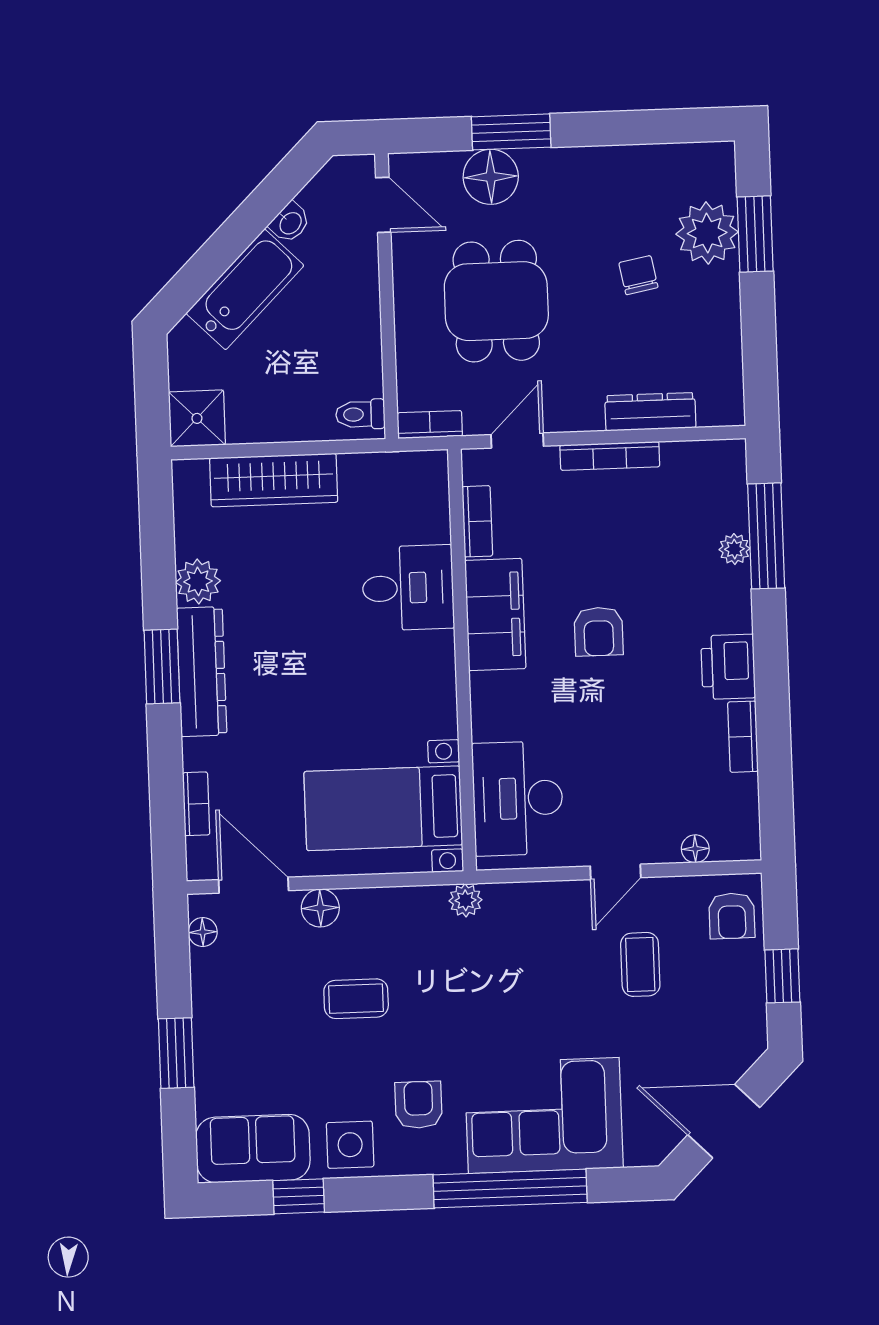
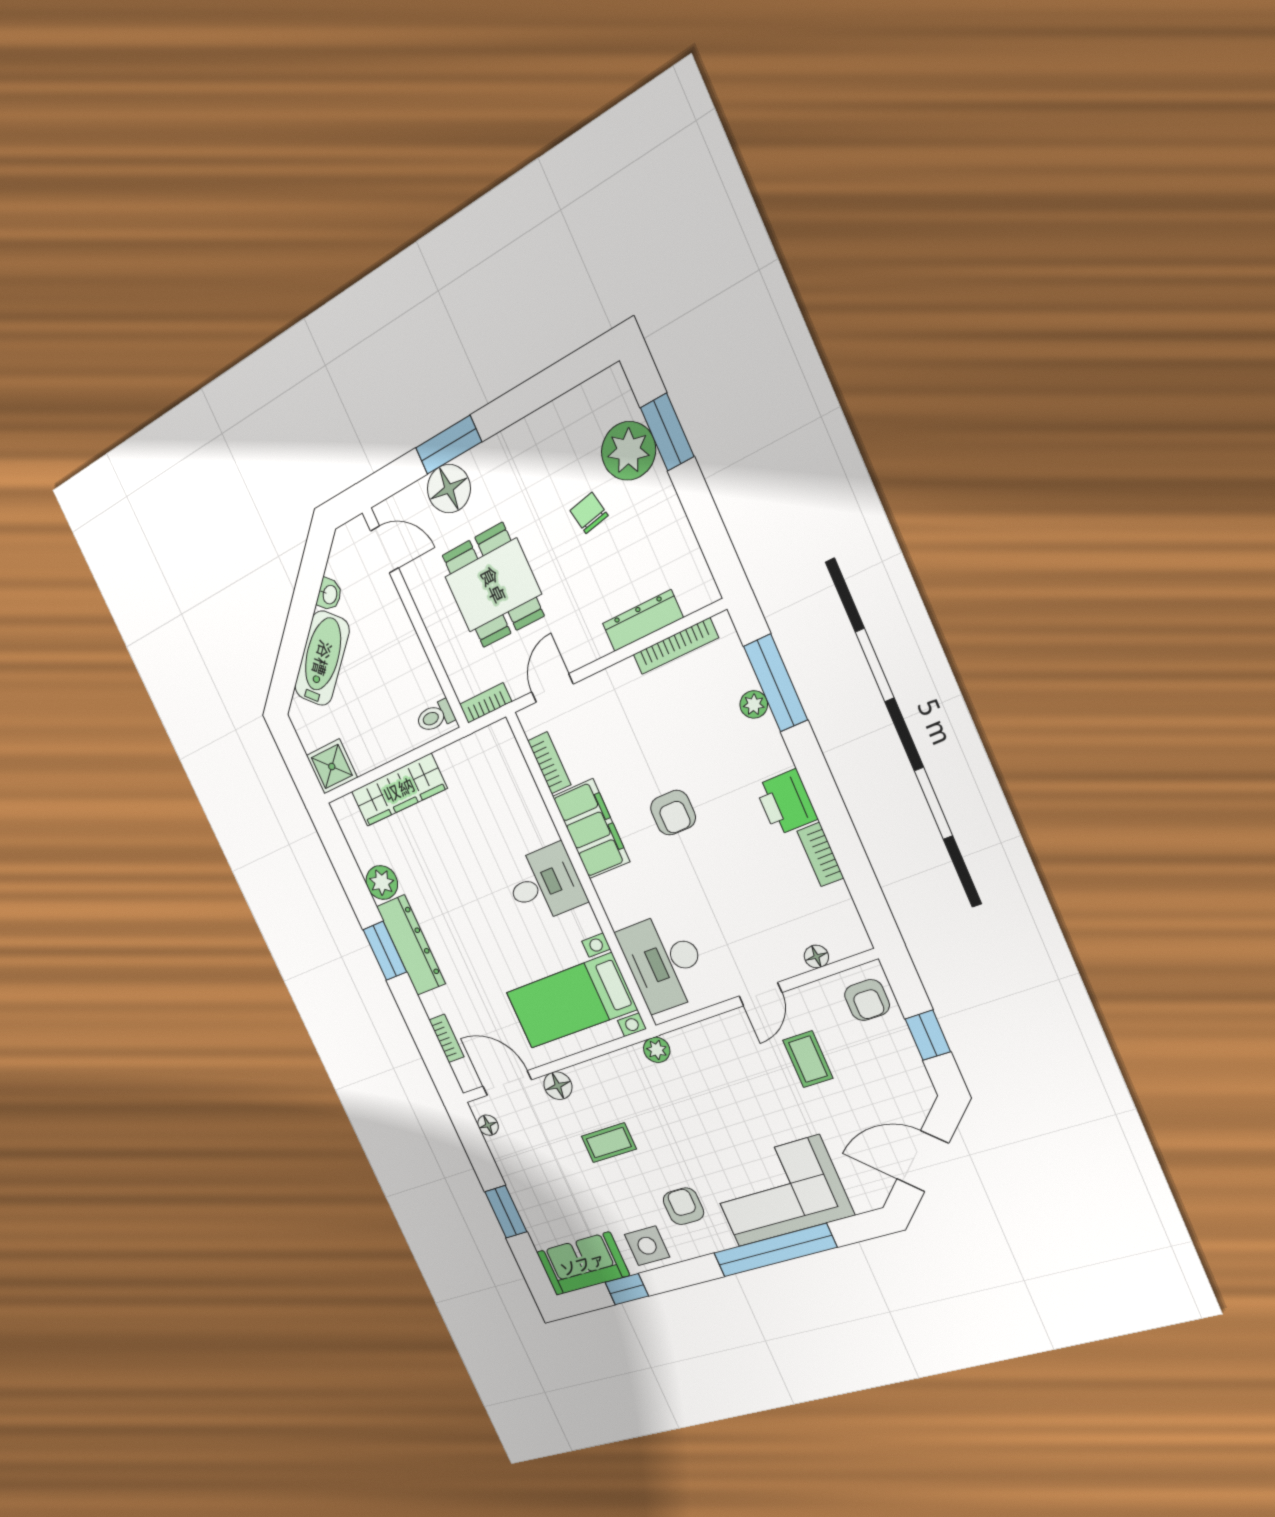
bookcase: (610, 456) -> (676, 646), moved
desk: (408, 588) -> (544, 884), moved

